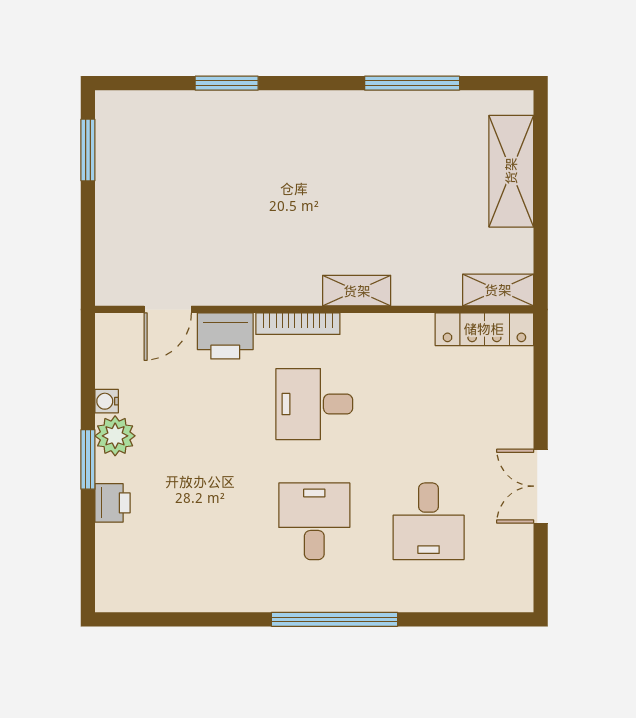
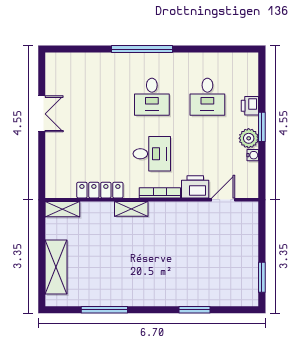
locker: (484, 329) -> (100, 190), moved
desk: (429, 521) -> (207, 97), moved, turned 180

